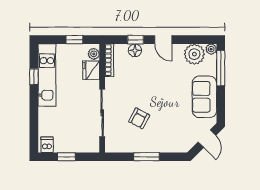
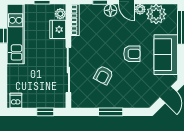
plant: (211, 49) -> (140, 9), moved
floor lamp: (135, 50) -> (110, 10), moved
armchair: (169, 96) -> (132, 54), added
window: (66, 157) -> (45, 112), moved

